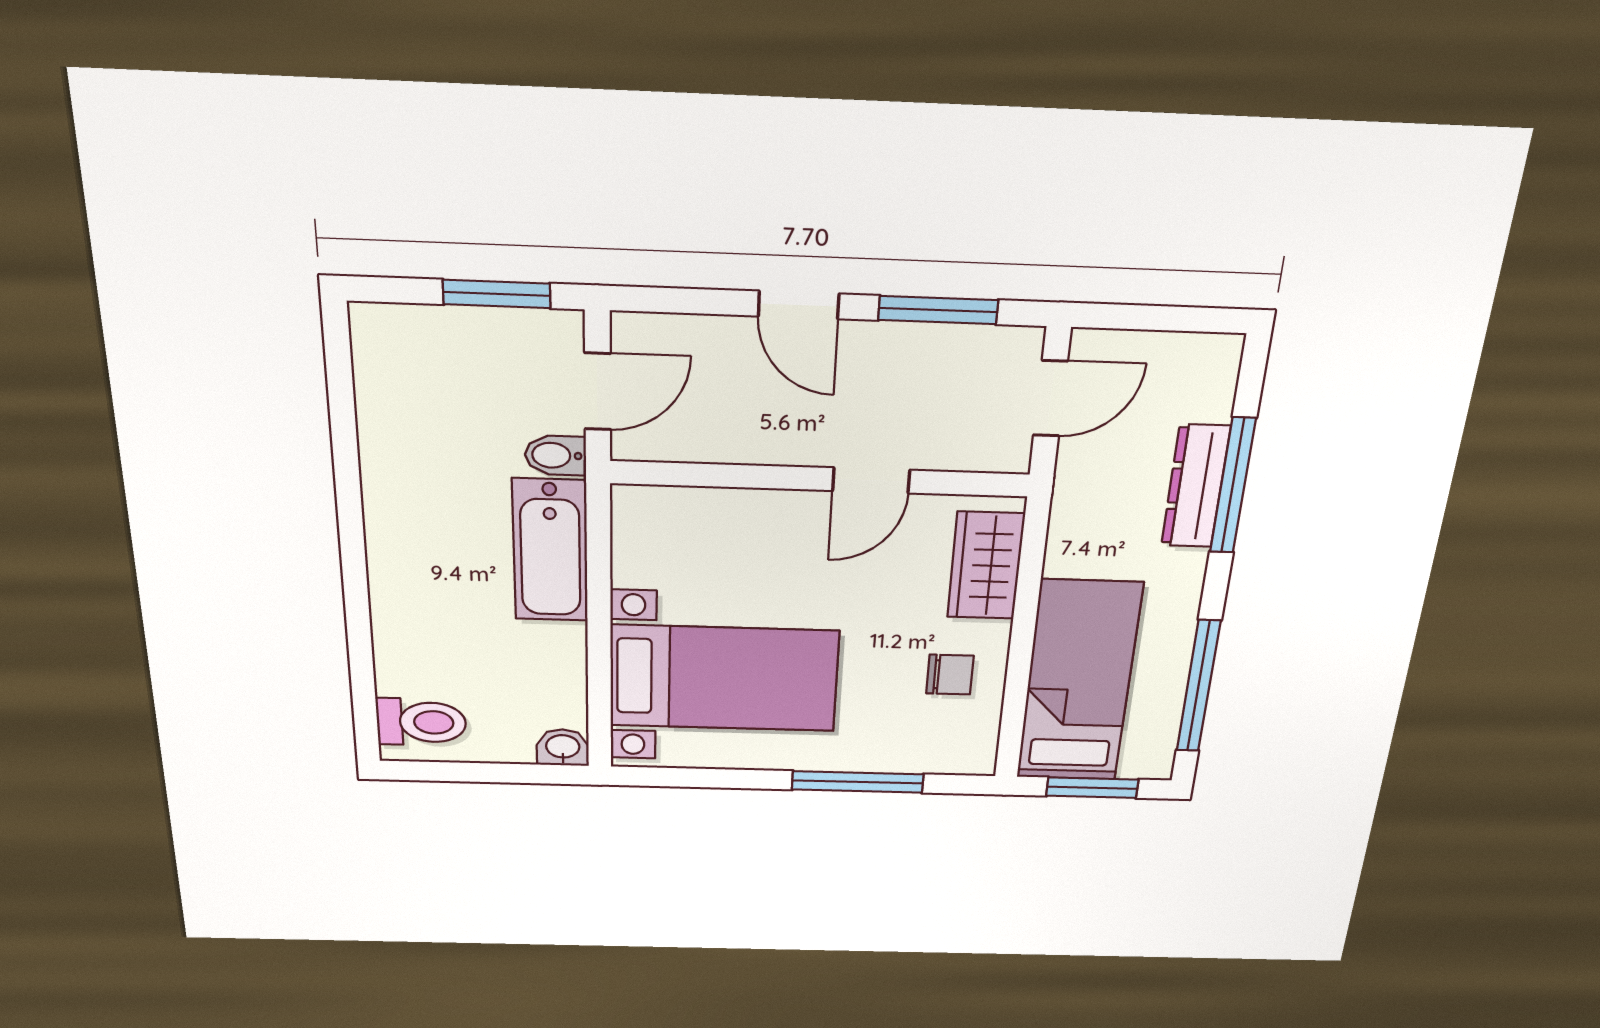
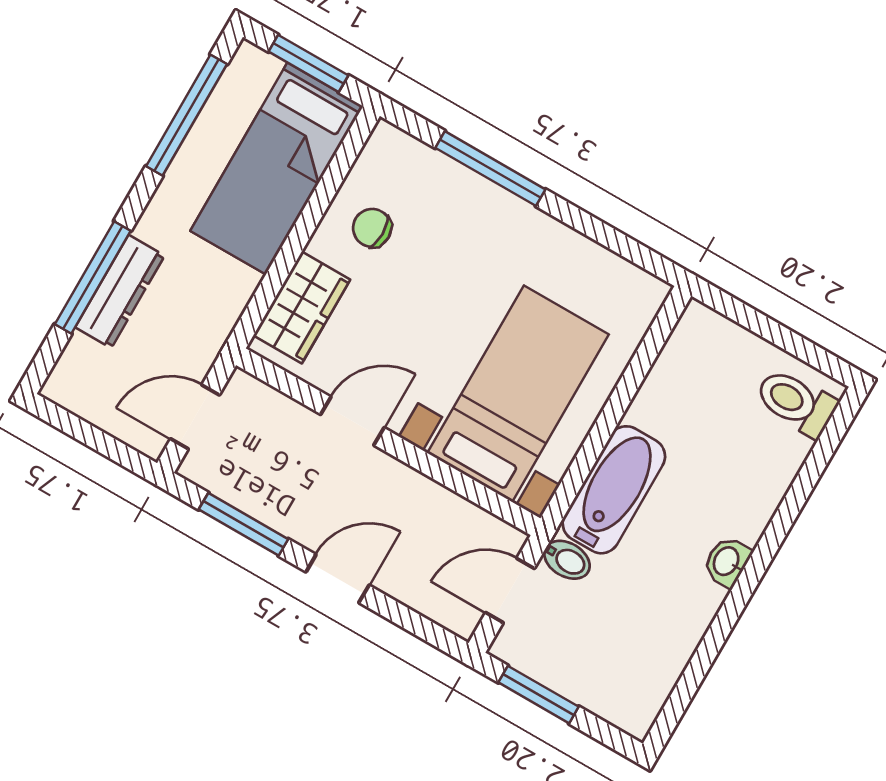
door: (799, 305) -> (337, 579), hinge flipped
bed with nightstands: (724, 678) -> (518, 394), moved, turned 90
washbasin: (563, 747) -> (727, 562), moved, turned 90

